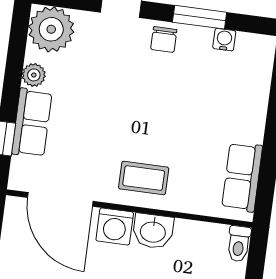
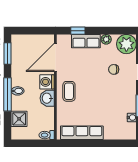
chair: (164, 39) -> (114, 69), moved
row of seats: (242, 177) -> (82, 133), width x1.48

